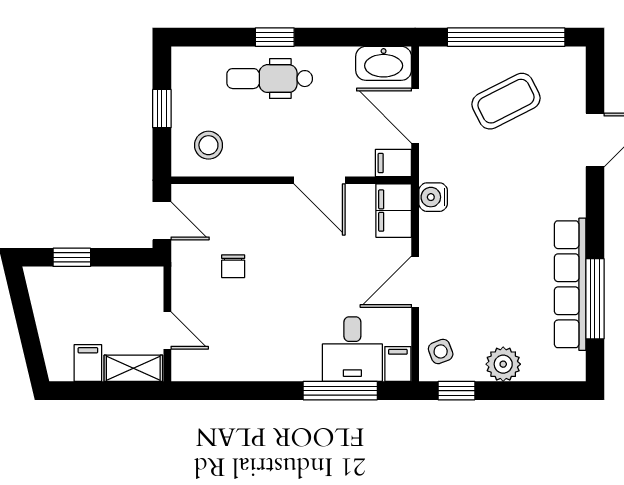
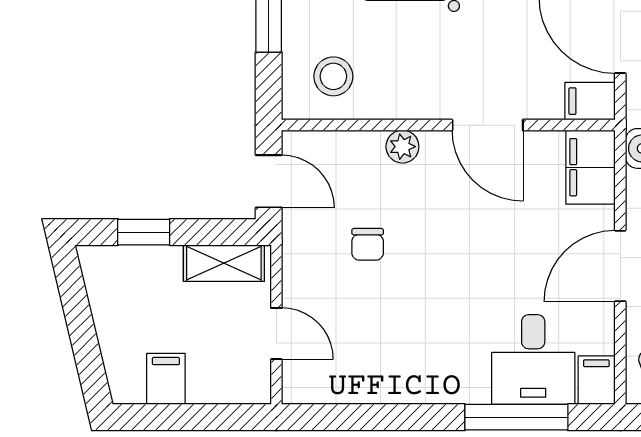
plant: (258, 196) -> (402, 147), added
shelving: (133, 368) -> (224, 263), moved

